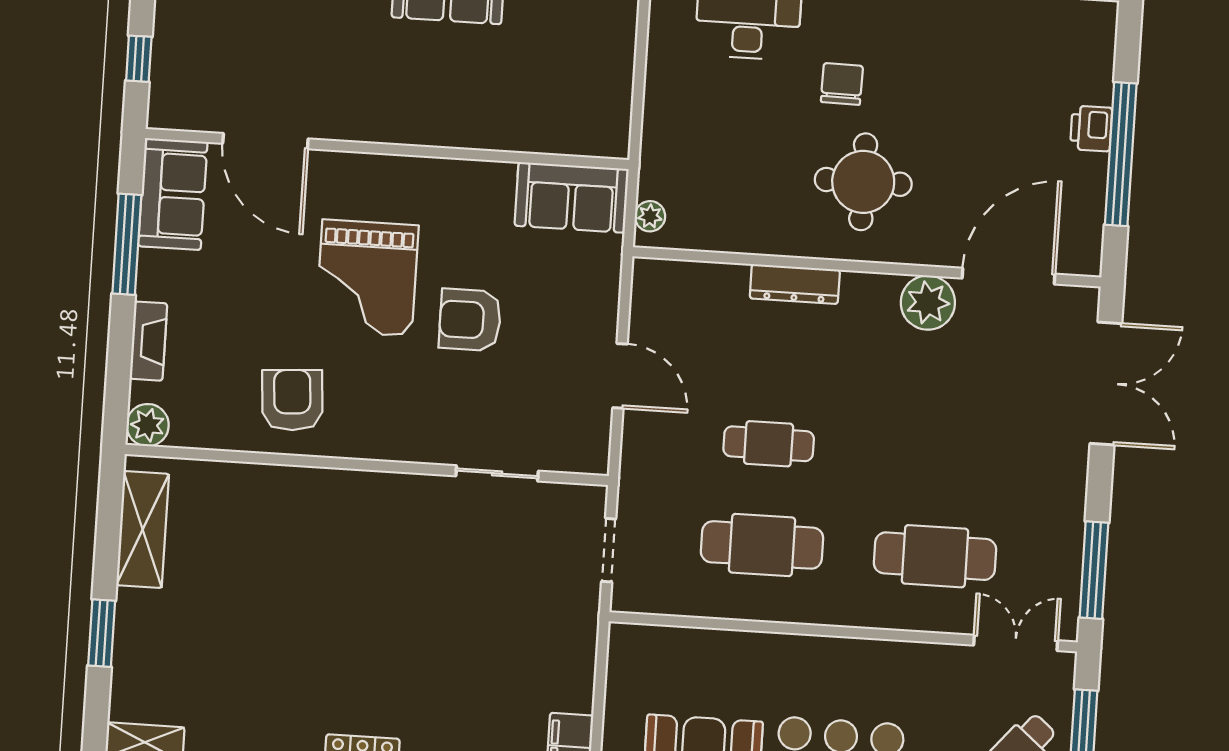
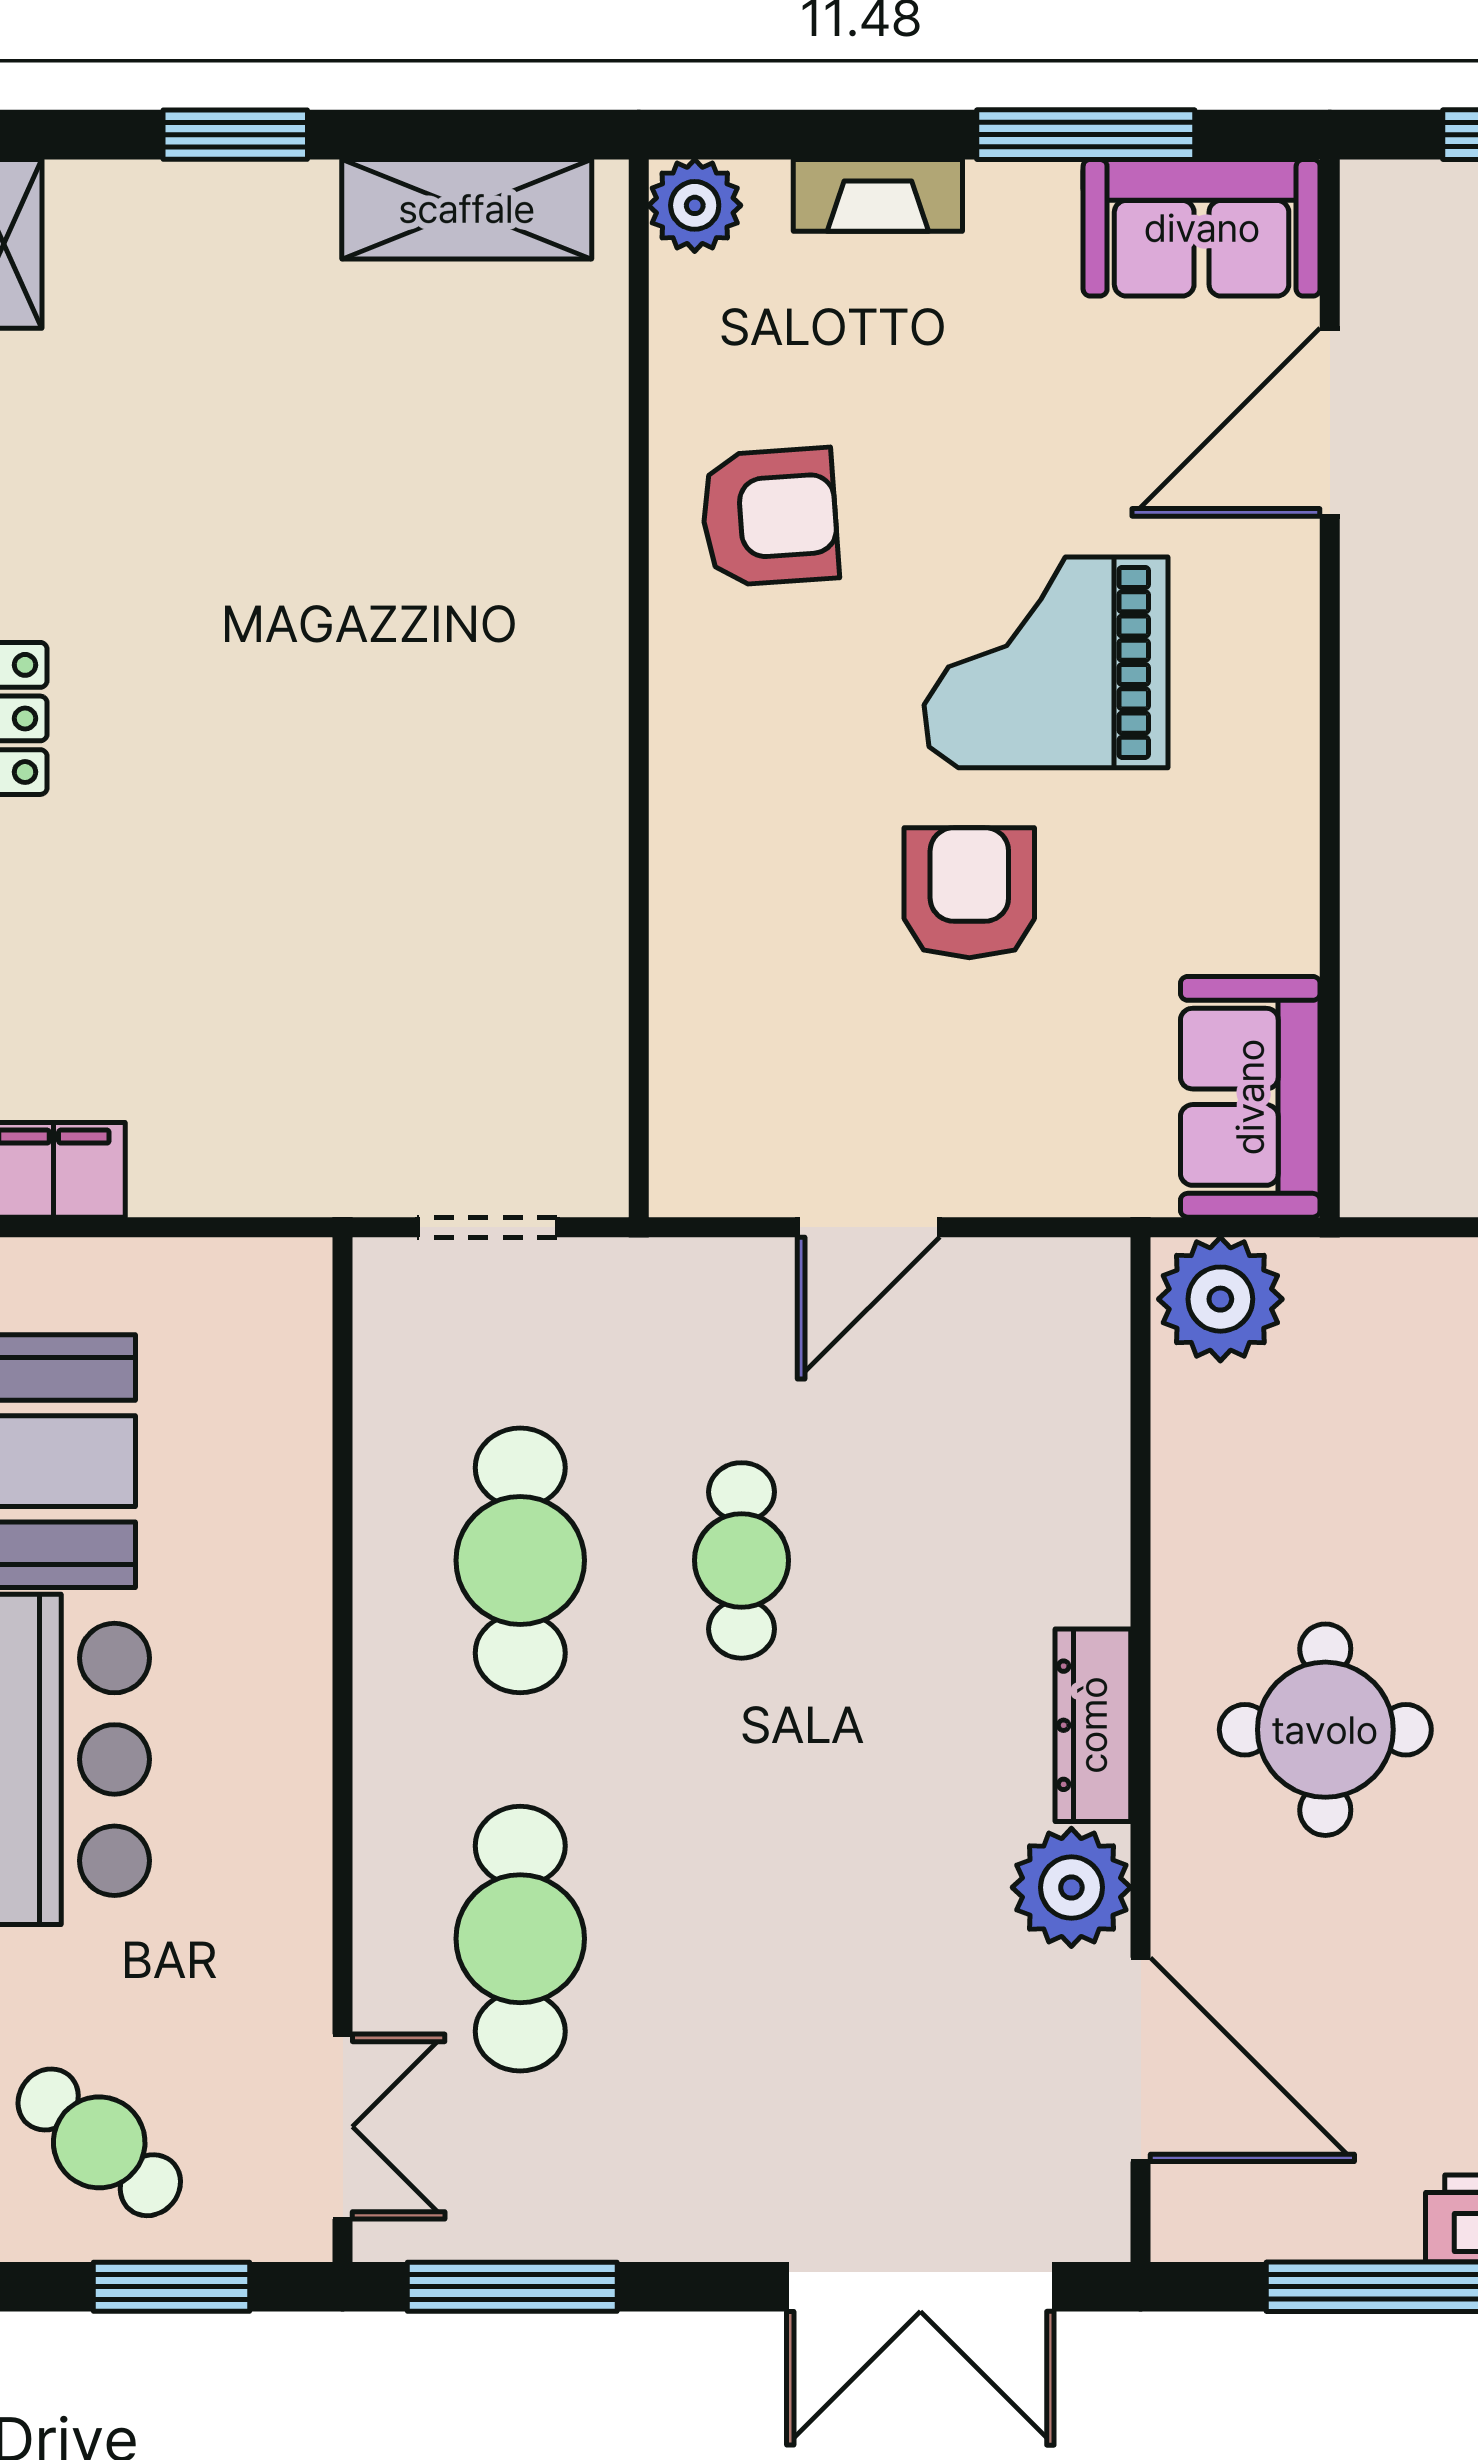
plant: (650, 216) -> (1220, 1299), width x1.87, depth x1.87
dresser: (795, 284) -> (1093, 1725), moved
sliding door: (497, 473) -> (639, 973), removed

